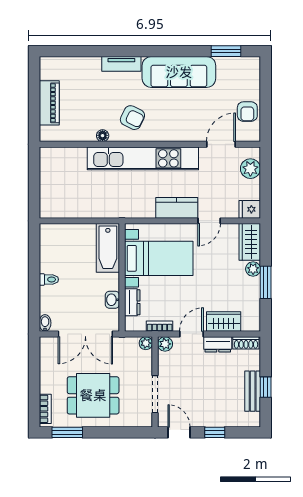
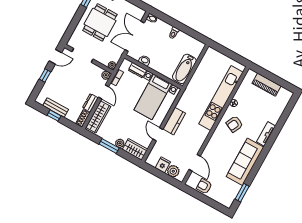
kitchen unit: (143, 158) -> (221, 98), moved
fridge: (250, 209) -> (163, 165), moved
bathtub: (108, 248) -> (184, 69), moved, turned -90
wardrobe: (224, 322) -> (98, 117), width x1.50

